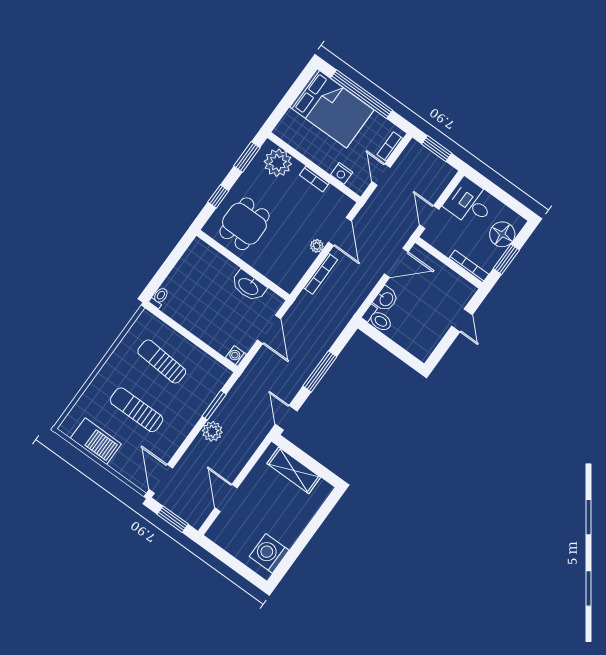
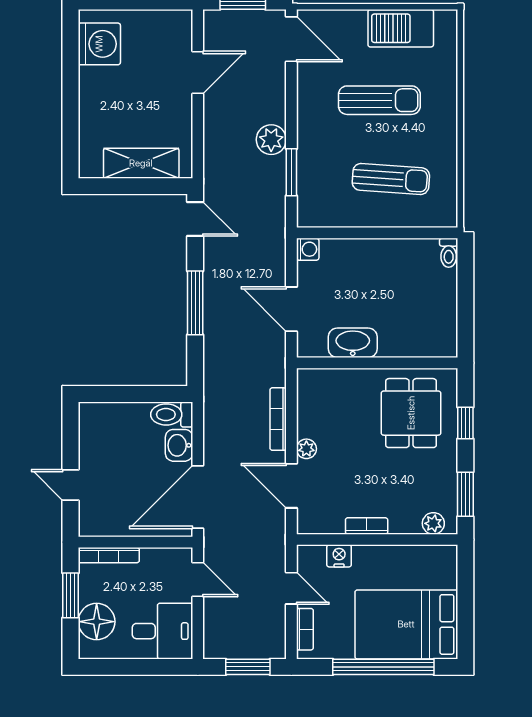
plant: (278, 163) -> (433, 523), width x0.53, depth x0.53
door: (396, 263) -> (198, 497), width x1.36
door: (226, 498) -> (198, 73), hinge flipped

